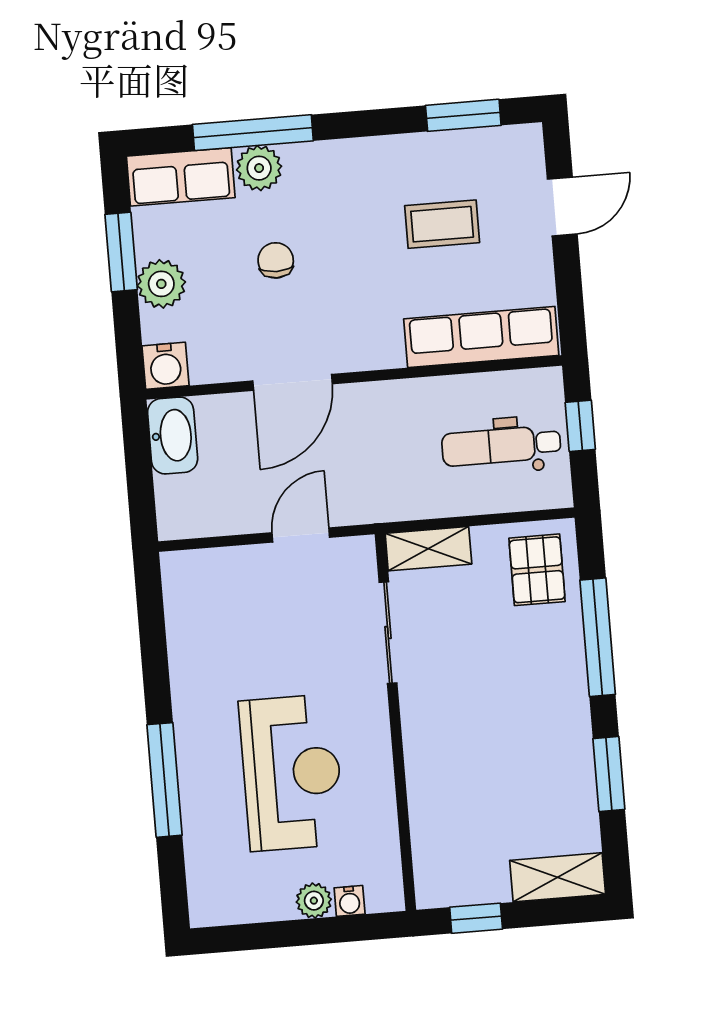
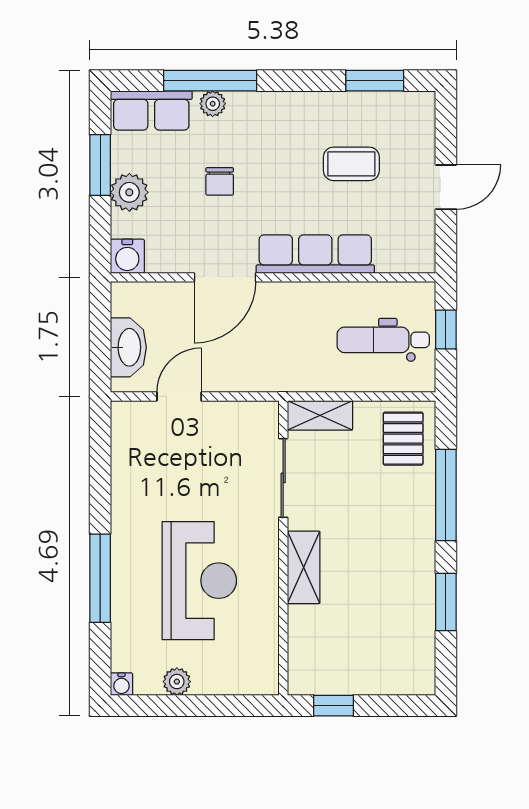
plant: (259, 168) -> (213, 104), width x0.73, depth x0.73
door: (562, 207) -> (446, 187), moved
chair: (276, 260) -> (220, 181), turned 180
row of seats: (481, 337) -> (315, 254), moved
washbasin: (173, 435) -> (128, 347), moved
door: (301, 535) -> (179, 396), moved
shelving: (558, 877) -> (304, 567), moved, turned 90
plant: (314, 901) -> (177, 682), moved
water cooler: (350, 901) -> (121, 684), moved

